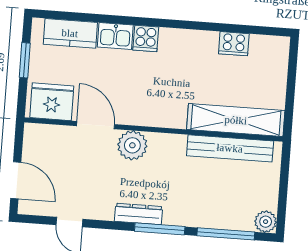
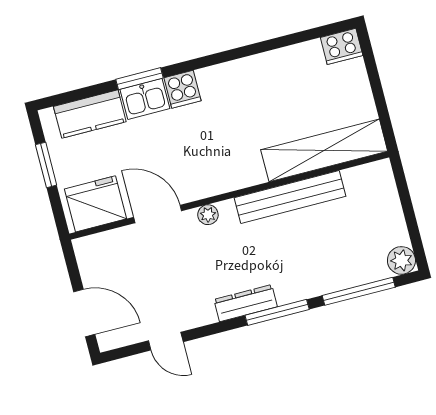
window: (116, 20) -> (139, 79), added
cooker: (234, 44) -> (342, 46), moved
plant: (132, 145) -> (208, 215), width x0.53, depth x0.53
bench: (230, 148) -> (290, 197), moved

